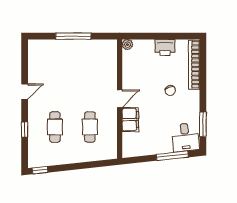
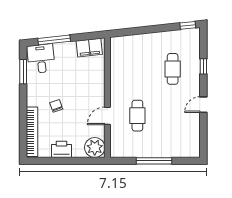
plant: (127, 45) -> (95, 147), width x1.88, depth x1.88
door: (120, 99) -> (107, 116), moved
filing cabinet: (130, 120) -> (89, 48), moved, turned -96
cafe table: (90, 127) -> (137, 116), moved

